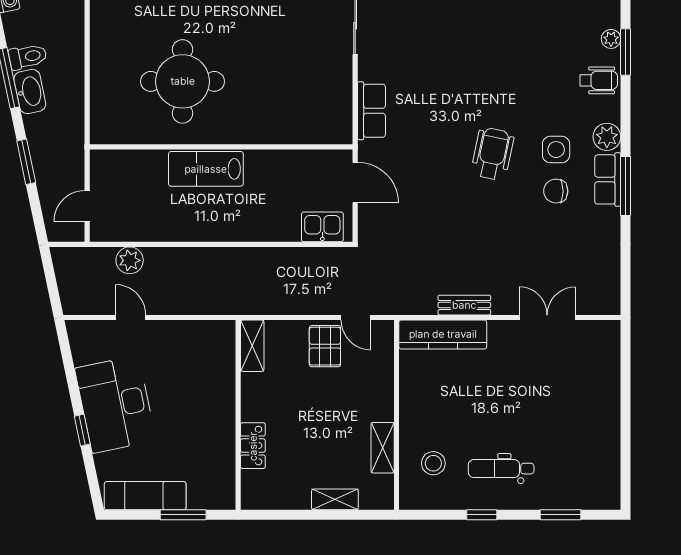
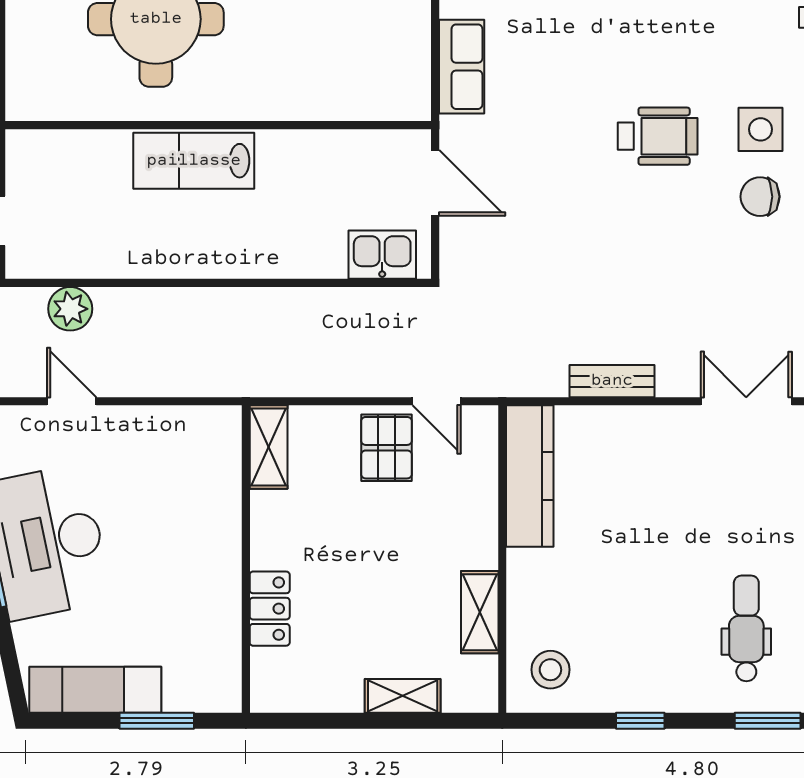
wheelchair: (493, 154) -> (658, 136), turned 78
kitchen counter: (443, 334) -> (530, 476), moved, turned -90
stool: (433, 463) -> (550, 670), moved
dental chair: (501, 469) -> (746, 628), moved, turned 90

